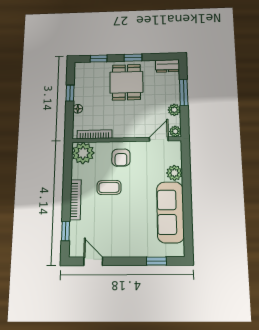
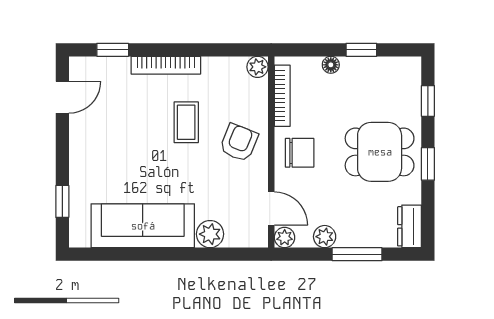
chair: (127, 124) -> (300, 153), added
plant: (83, 153) -> (257, 67), width x0.53, depth x0.53
armchair: (121, 158) -> (239, 143), turned 112

